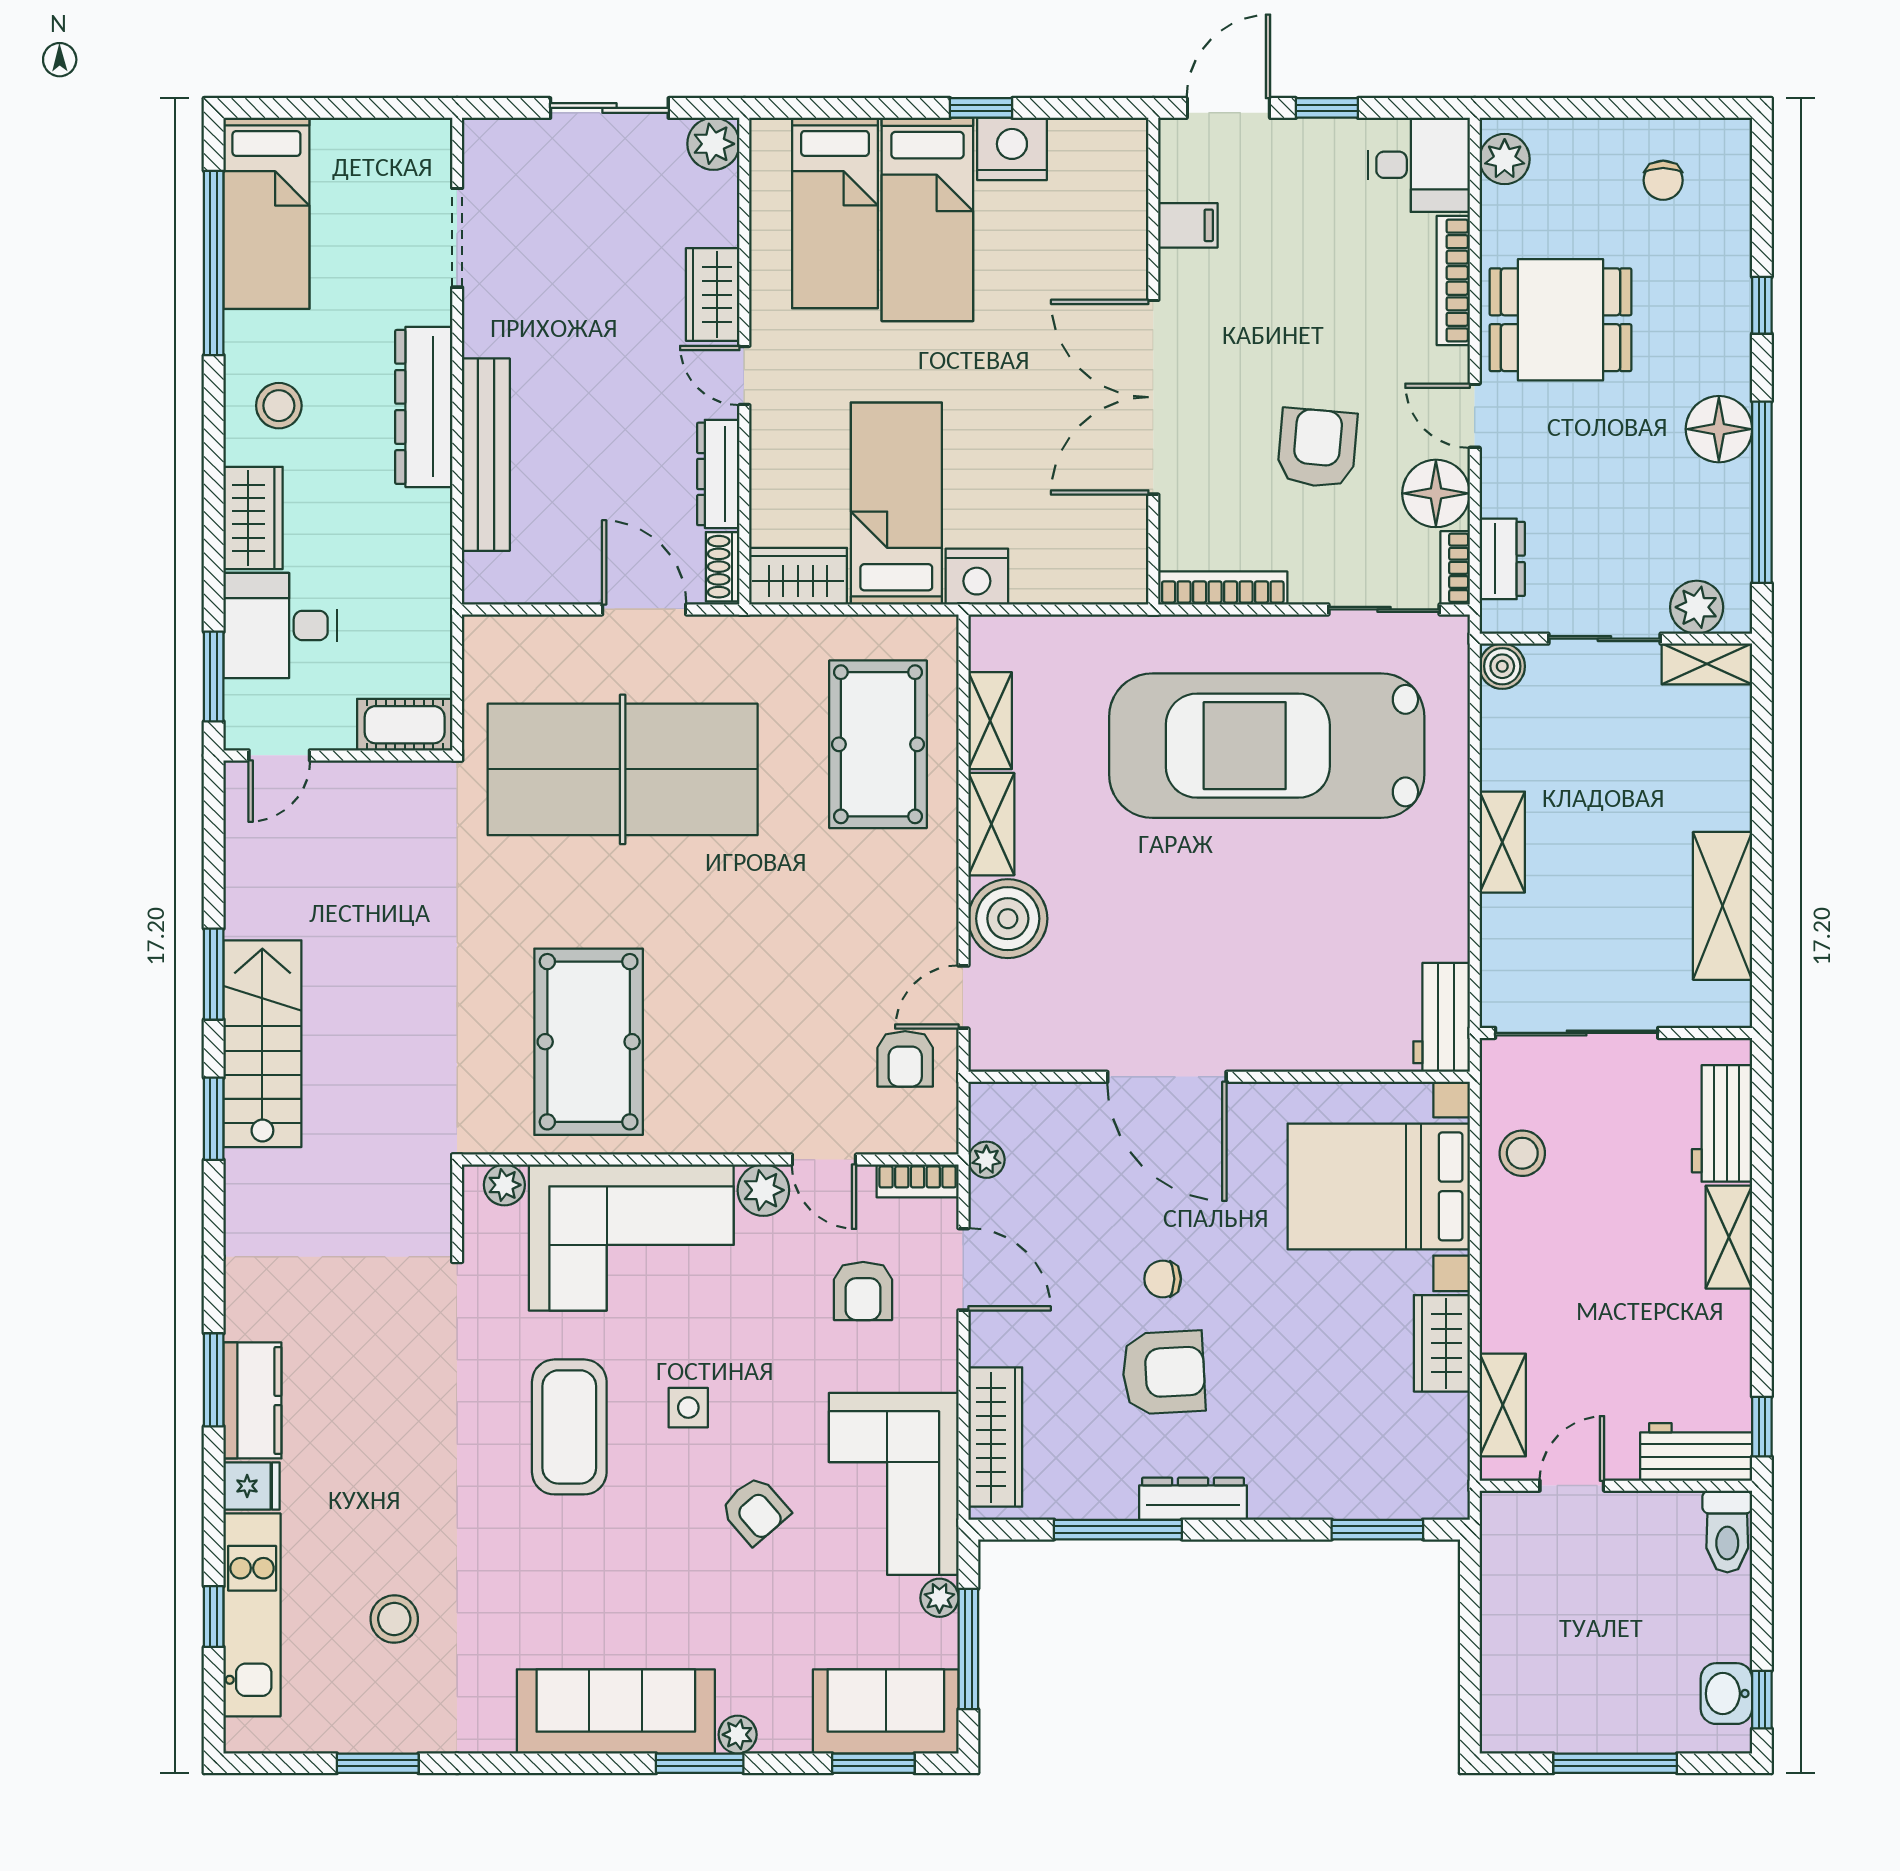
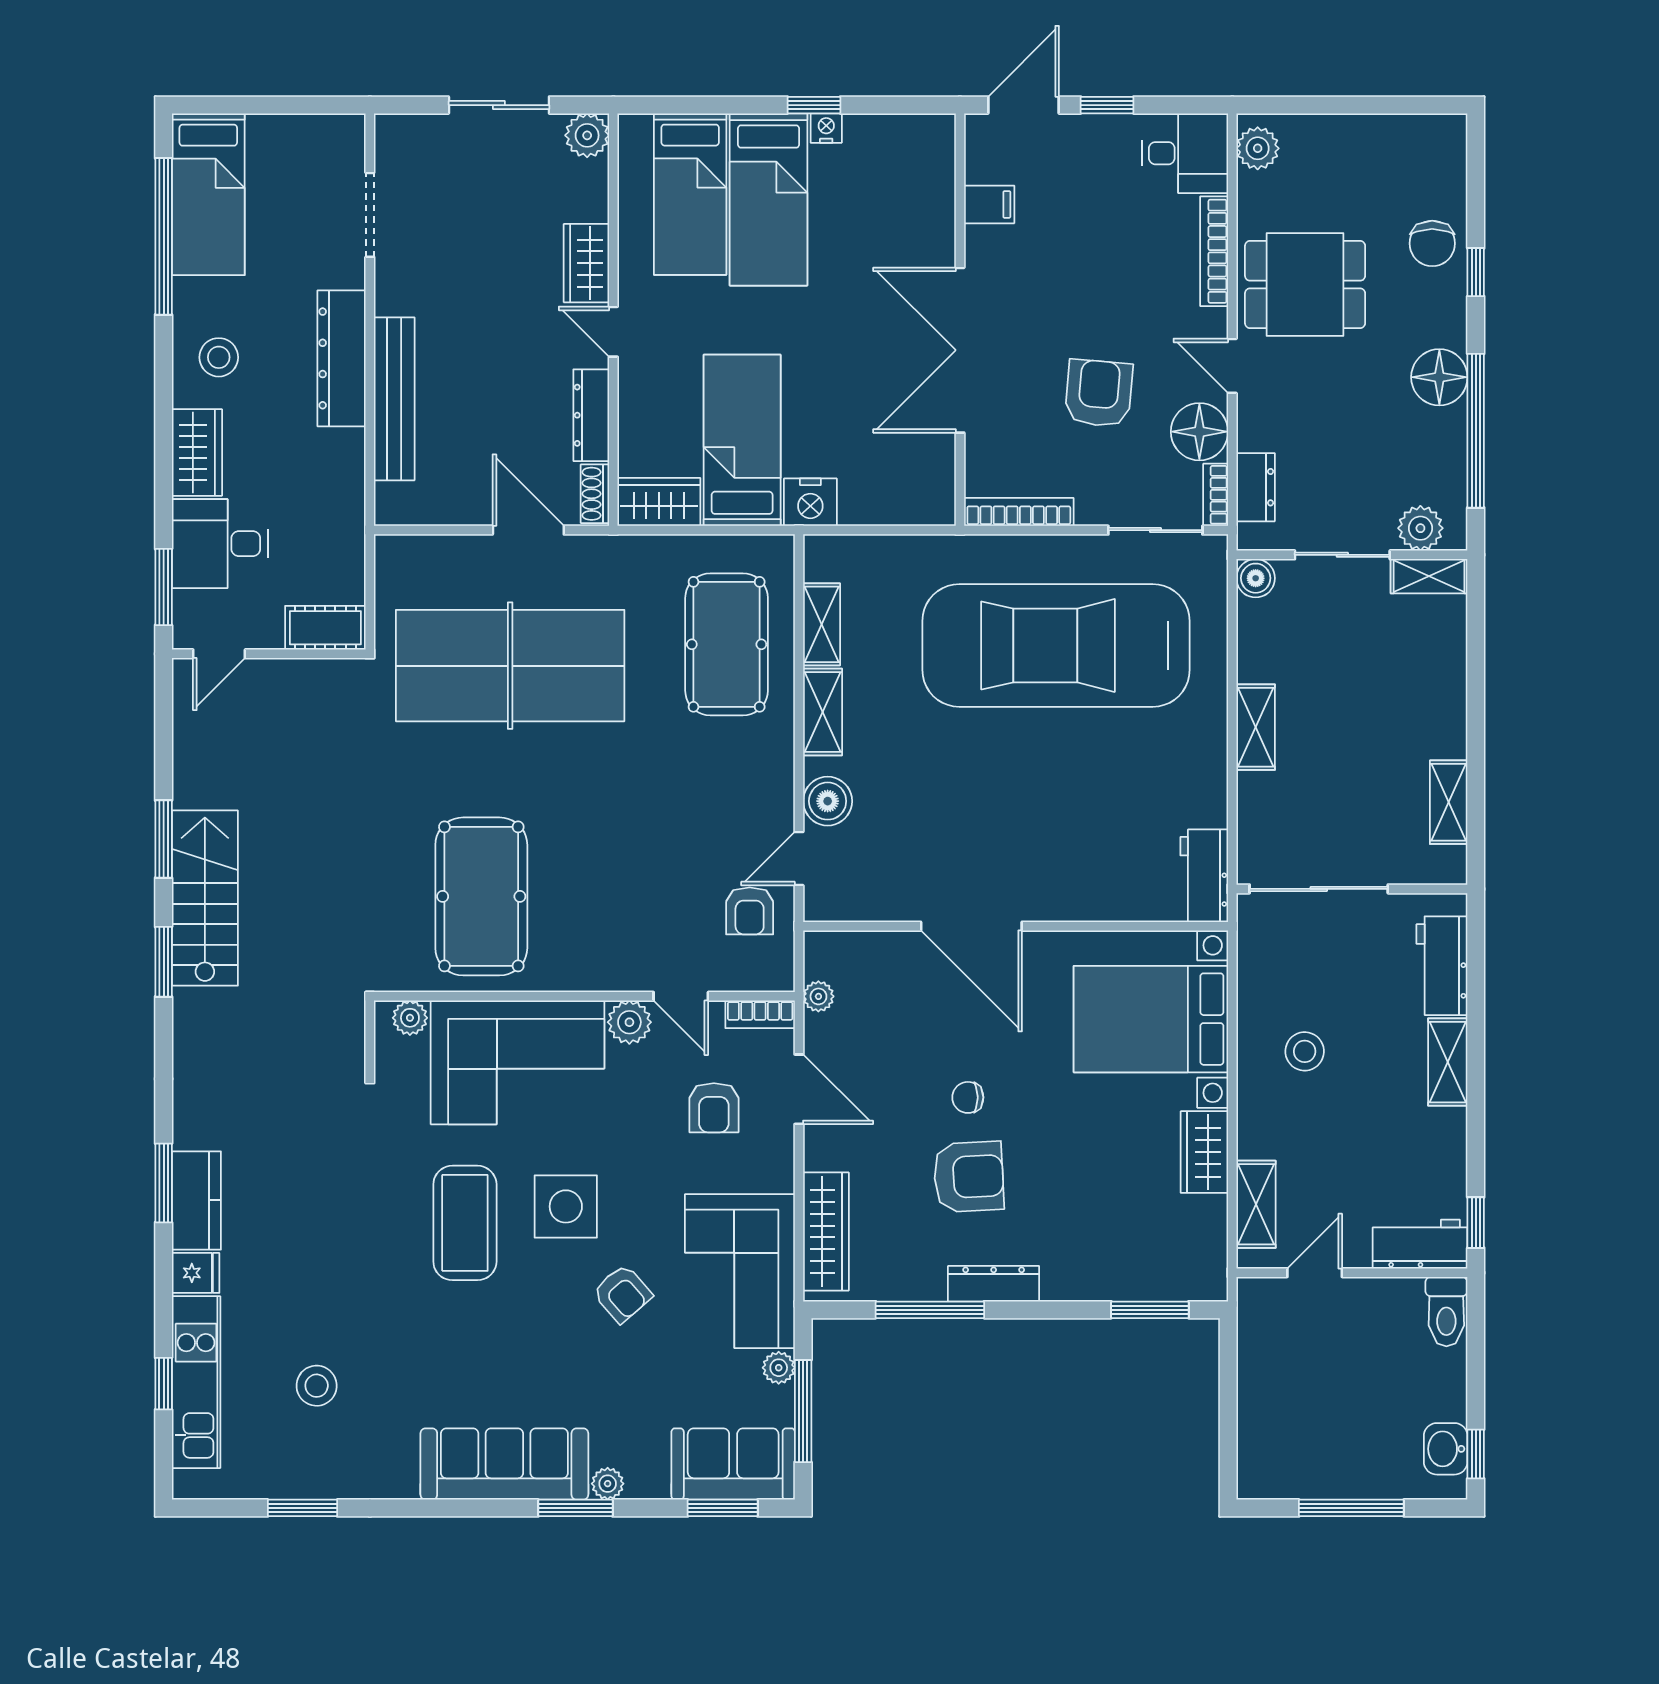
nightstand: (1012, 149) -> (826, 128), width x0.53, depth x0.56
chair: (1663, 180) -> (1432, 243), moved, width x1.37, depth x1.37
shelving: (1723, 906) -> (1449, 802), width x0.67, depth x0.75
boiler: (1008, 919) -> (828, 801), width x0.73, depth x0.73
stool: (1522, 1153) -> (1305, 1051), moved
side table: (688, 1408) -> (566, 1206), width x1.87, depth x1.87

